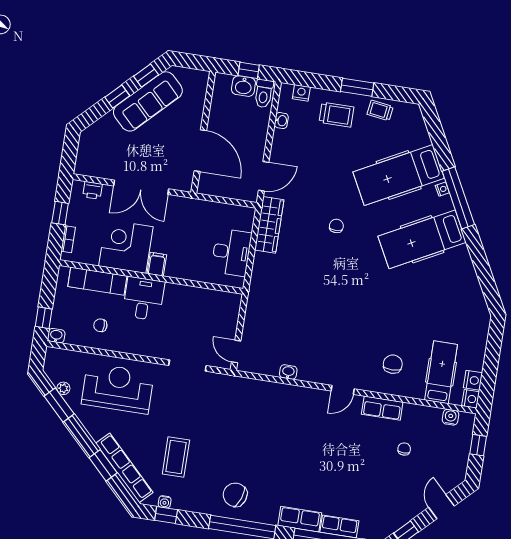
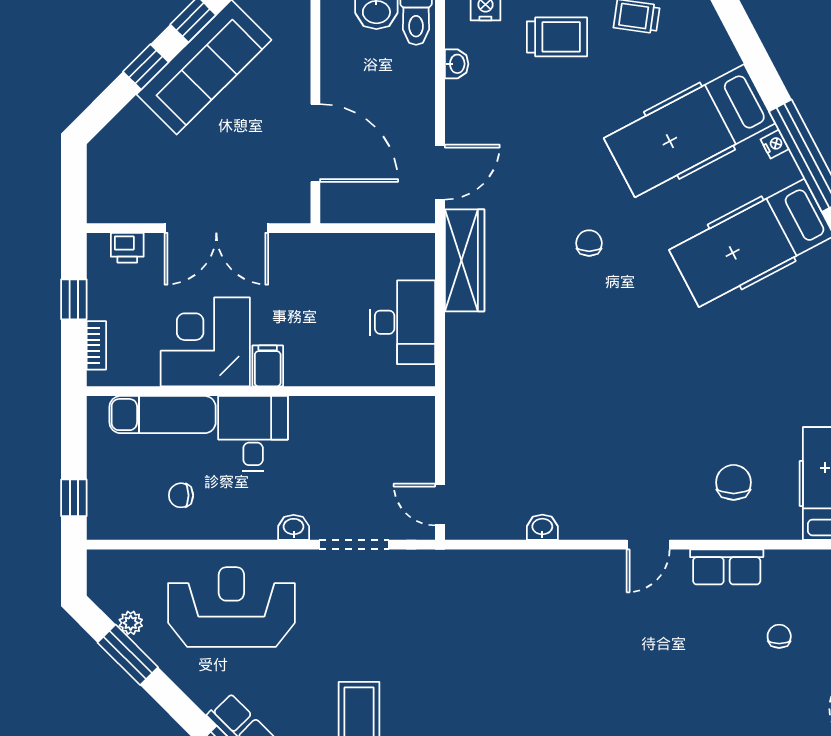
washbasin: (56, 336) -> (294, 527), moved

